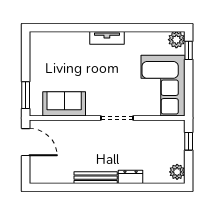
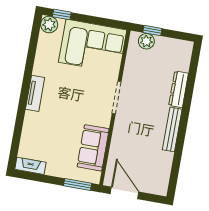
fireplace: (36, 46) -> (30, 166), added
door: (26, 142) -> (124, 193), hinge flipped
plant: (177, 172) -> (146, 41), moved
dresser: (131, 177) -> (179, 89), width x1.44

